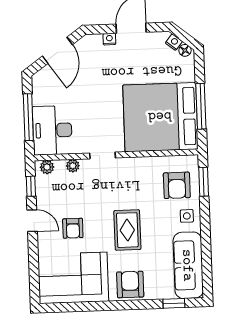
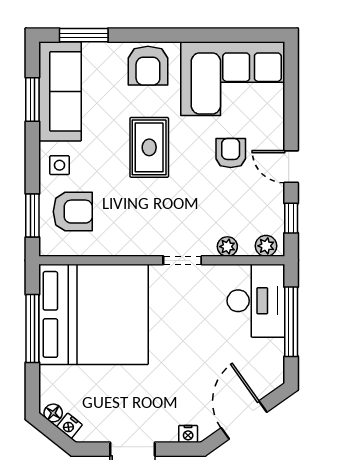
nightstand: (109, 39) -> (188, 434), moved
armchair: (177, 185) -> (73, 212), turned 90
window: (206, 259) -> (32, 100), added
window: (174, 303) -> (84, 35), width x1.50

